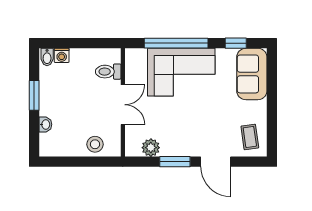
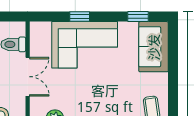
window: (176, 43) -> (80, 17), width x0.32

